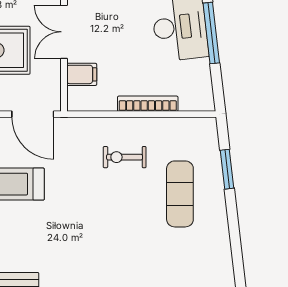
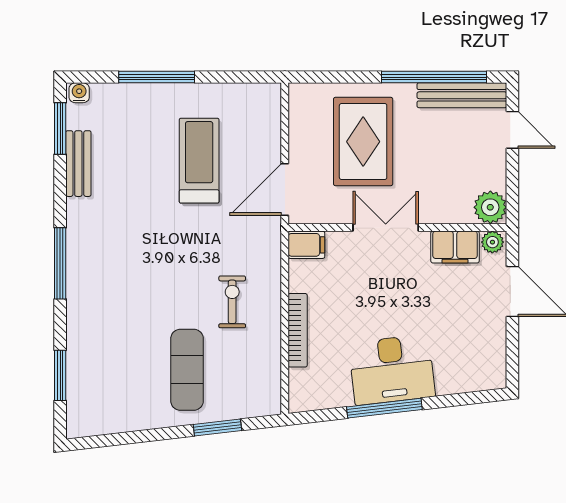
filing cabinet: (82, 74) -> (306, 245), moved, turned -90
exercise mat: (180, 194) -> (187, 370), turned 90

